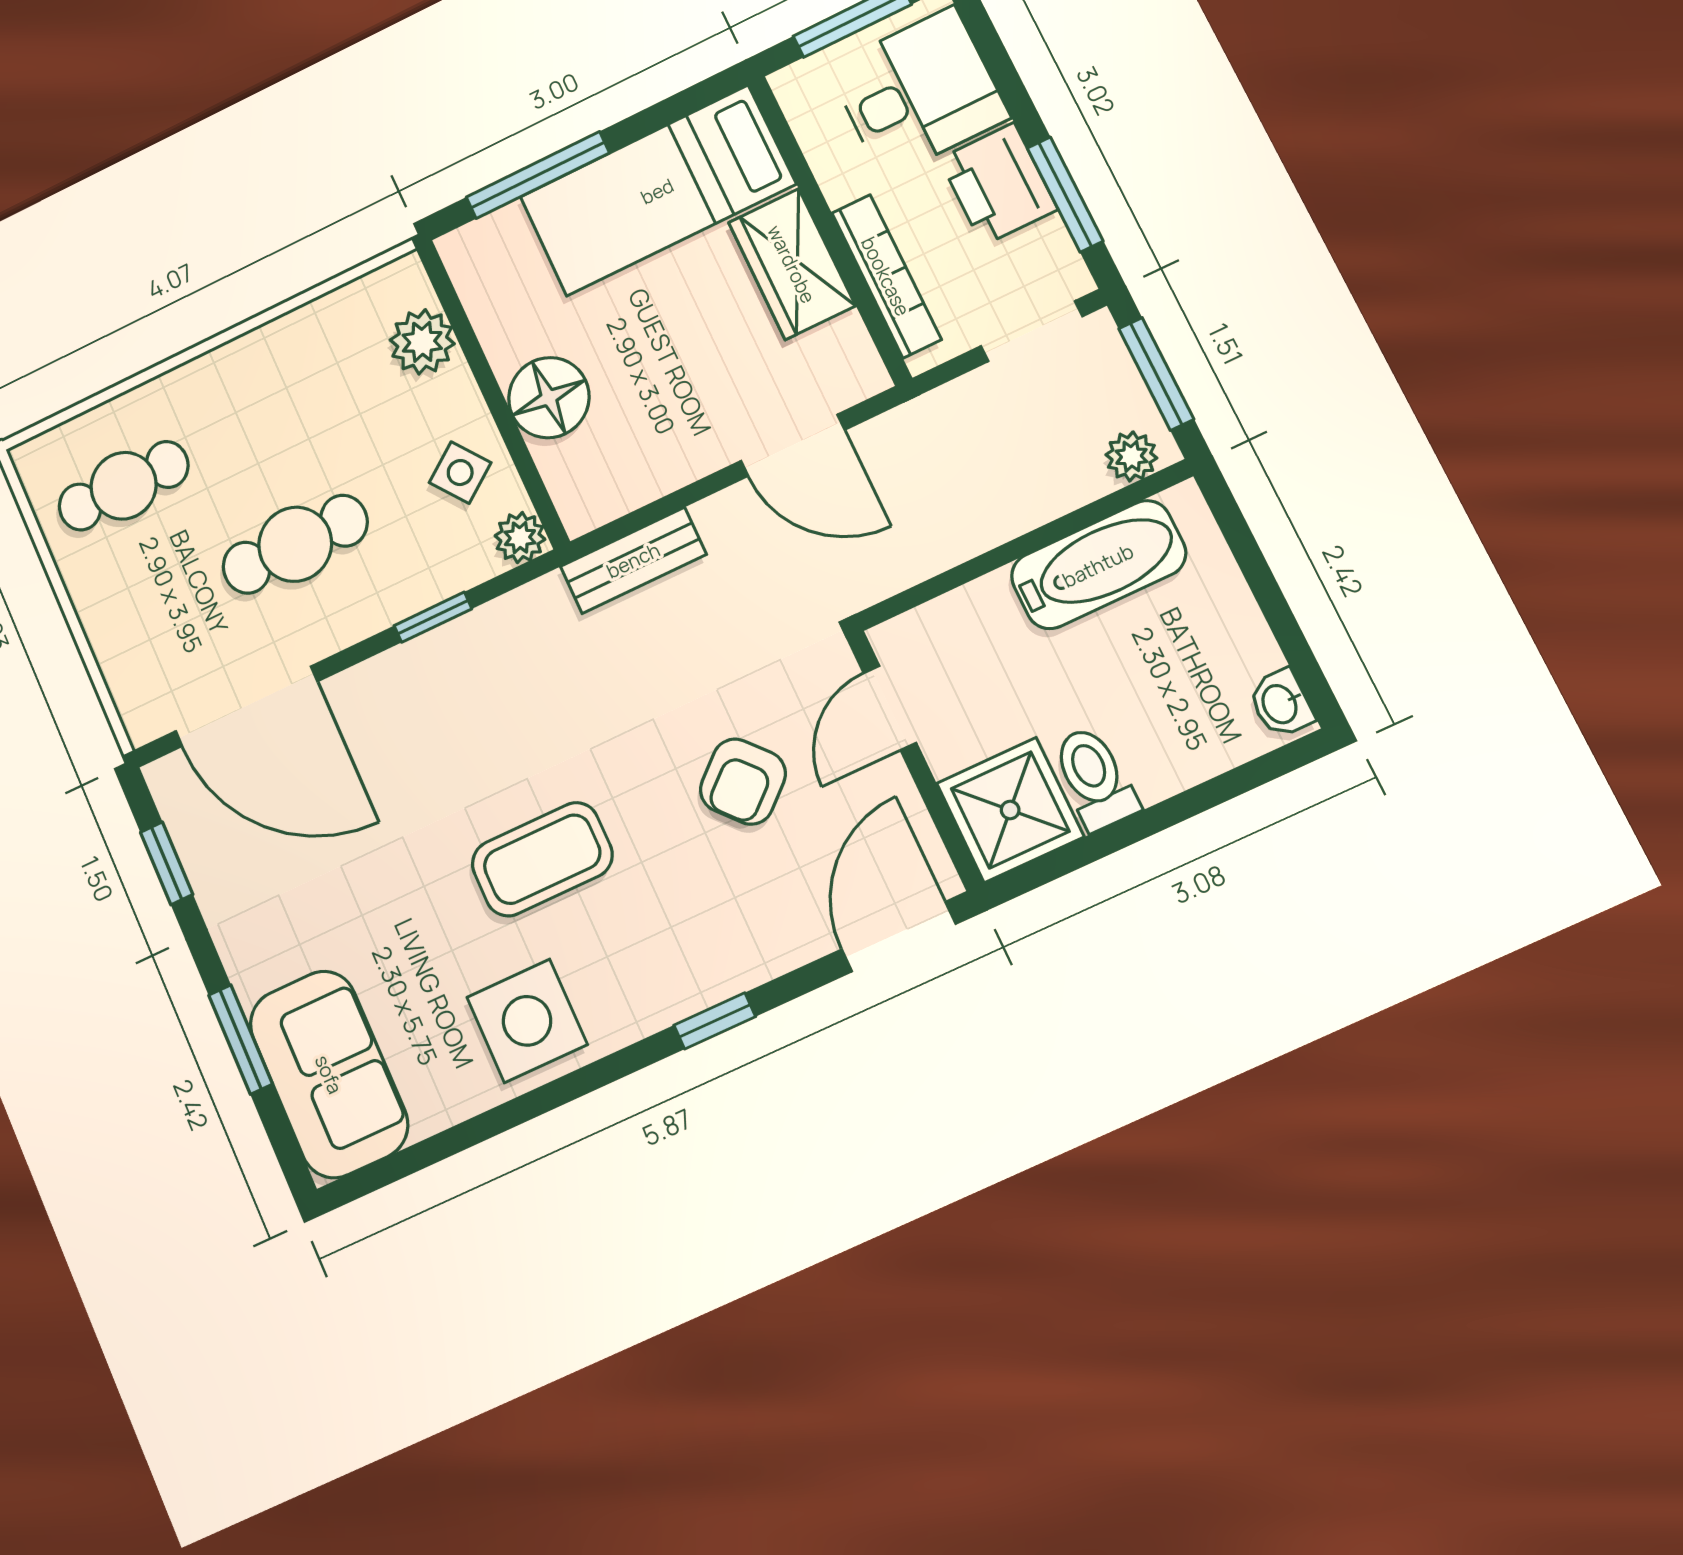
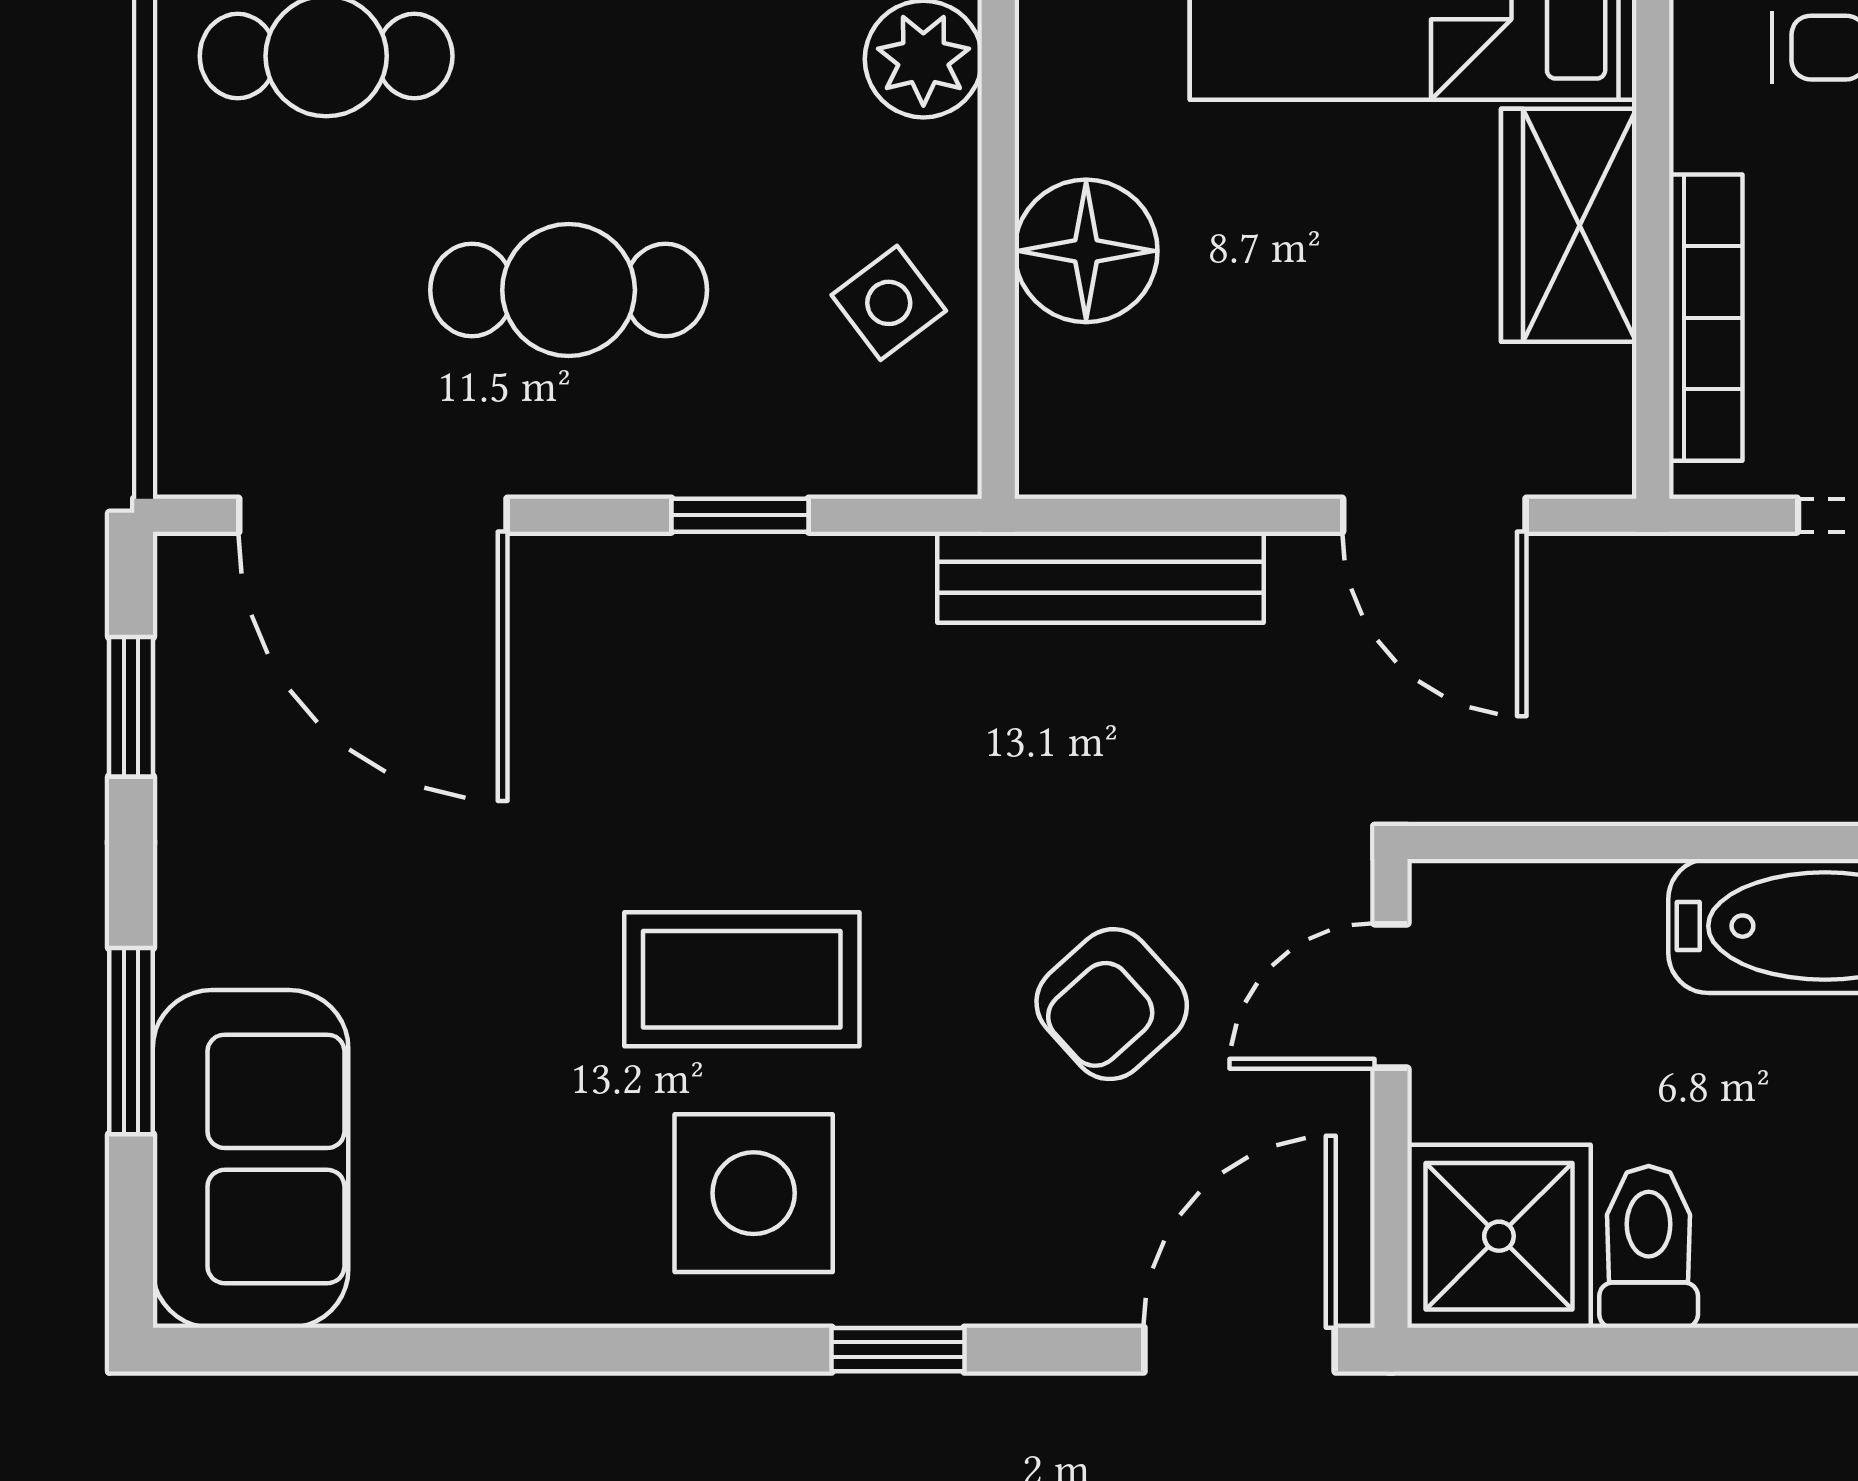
plant: (520, 538) -> (937, 454), removed
bench: (633, 560) -> (1100, 577), width x1.36
side table: (527, 1021) -> (754, 1193), moved

